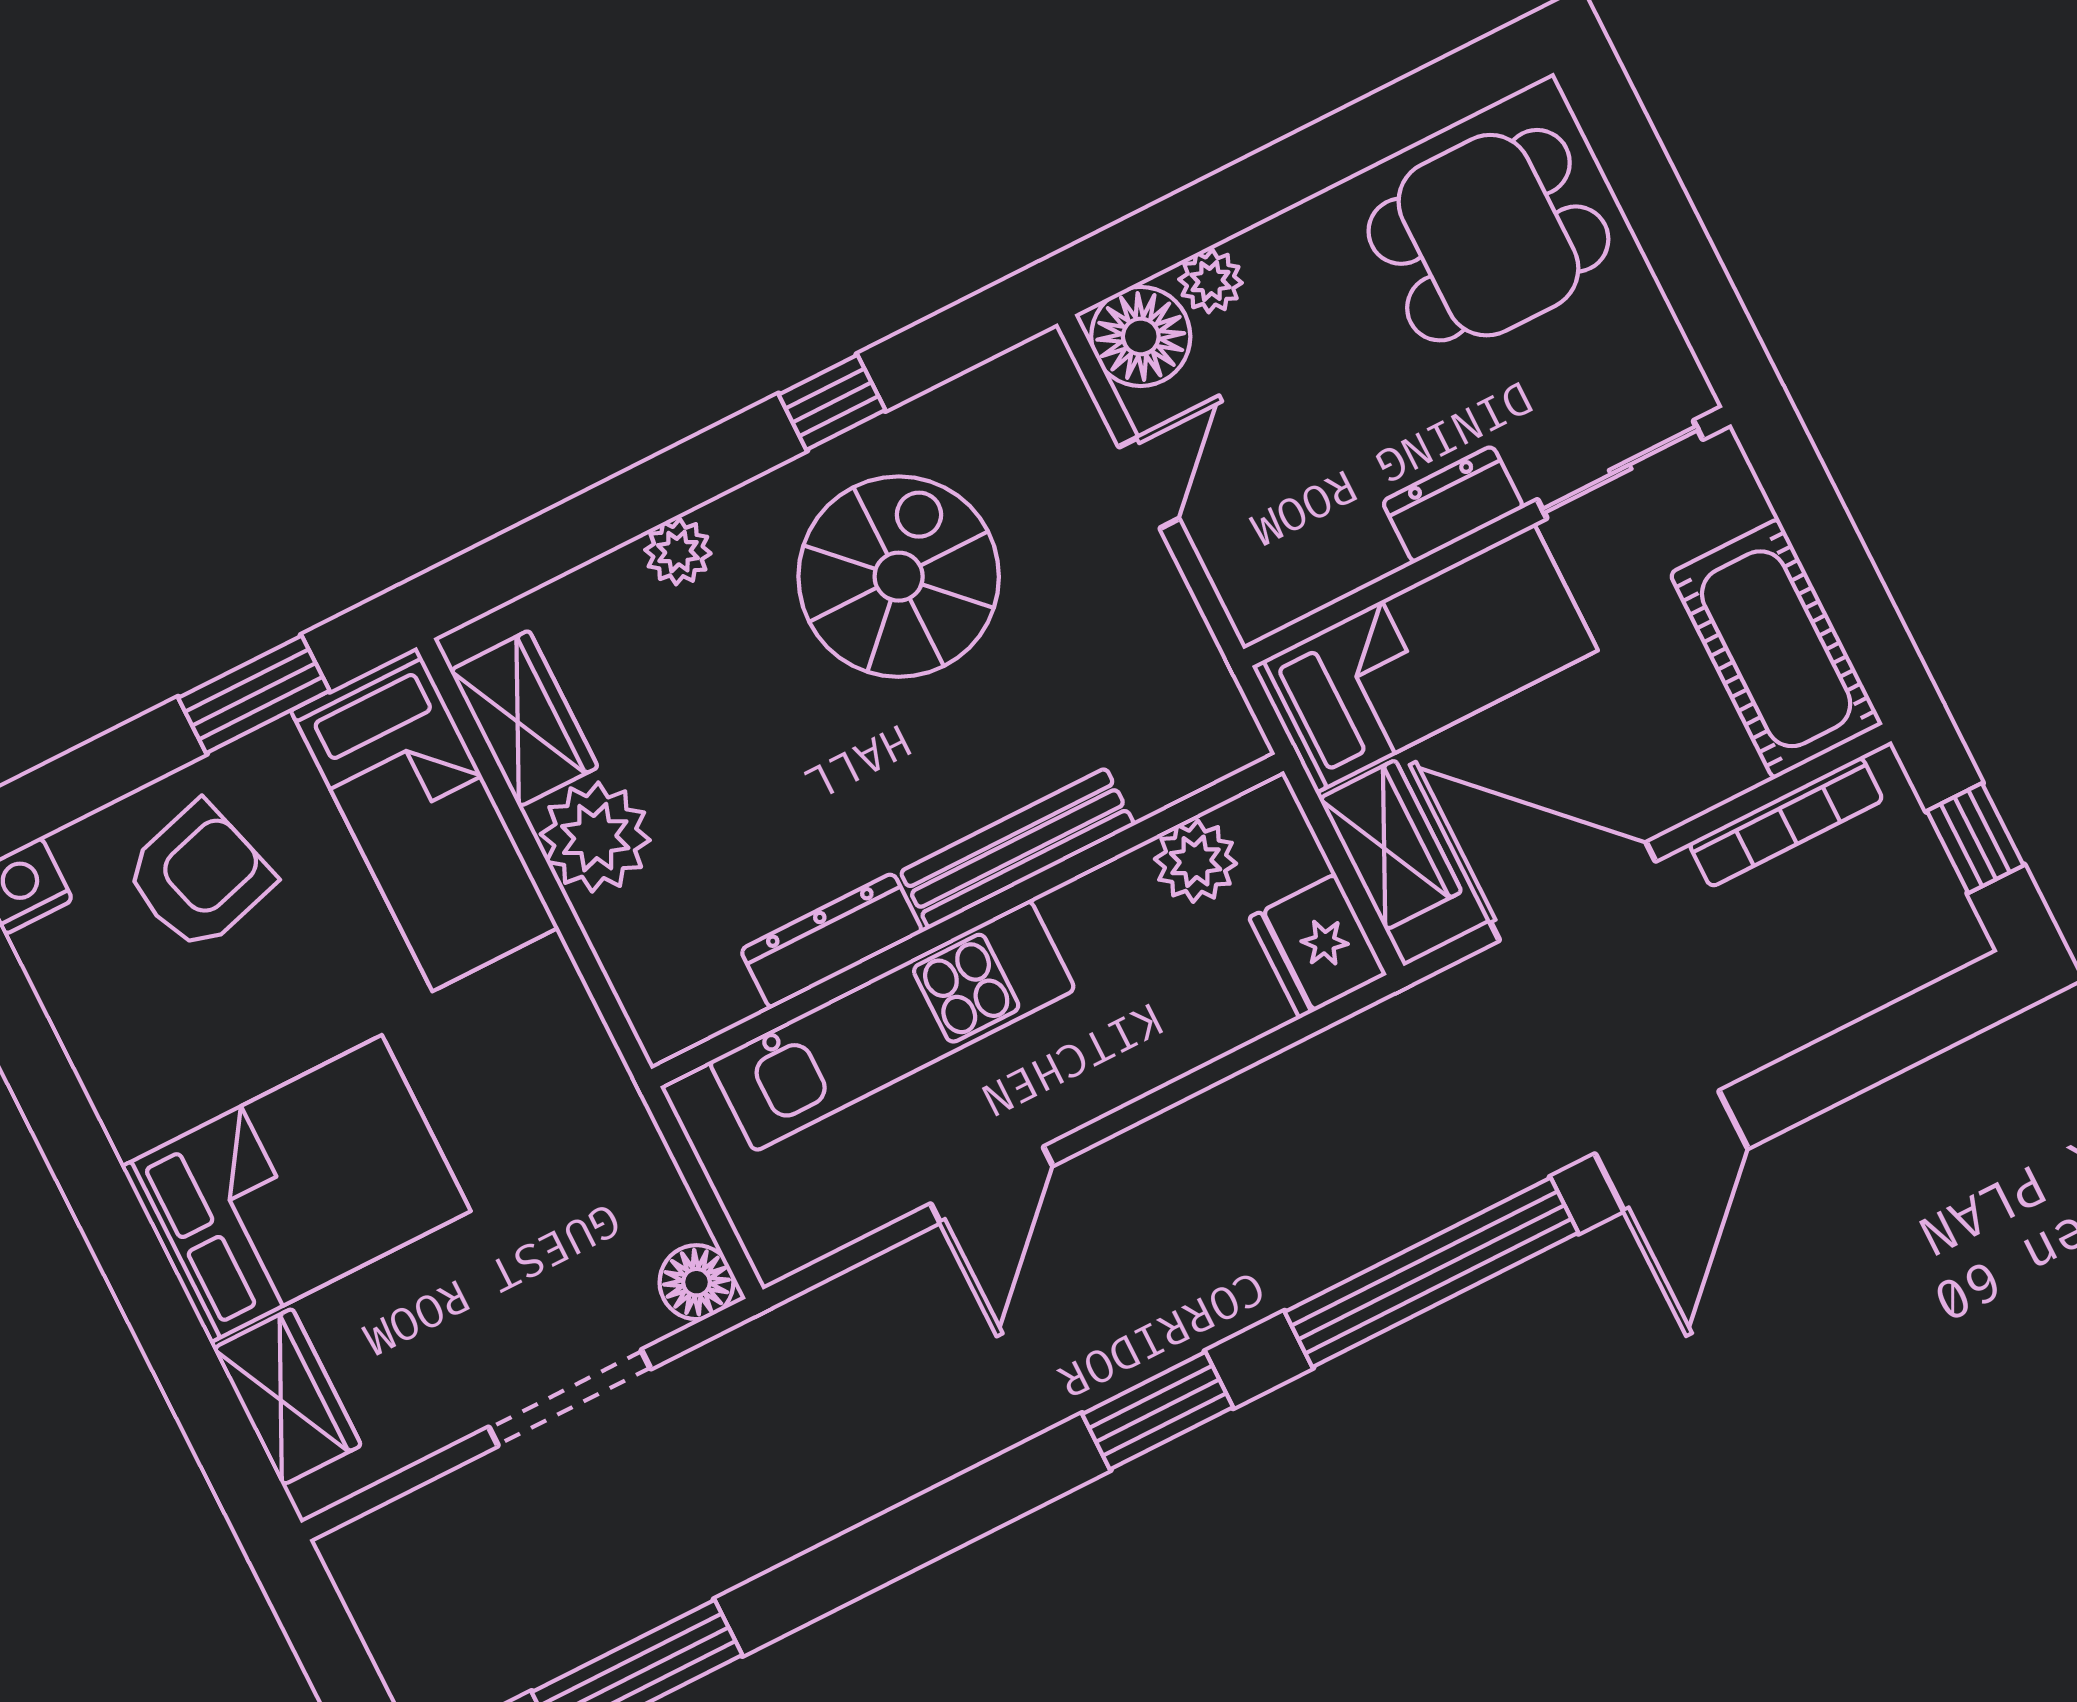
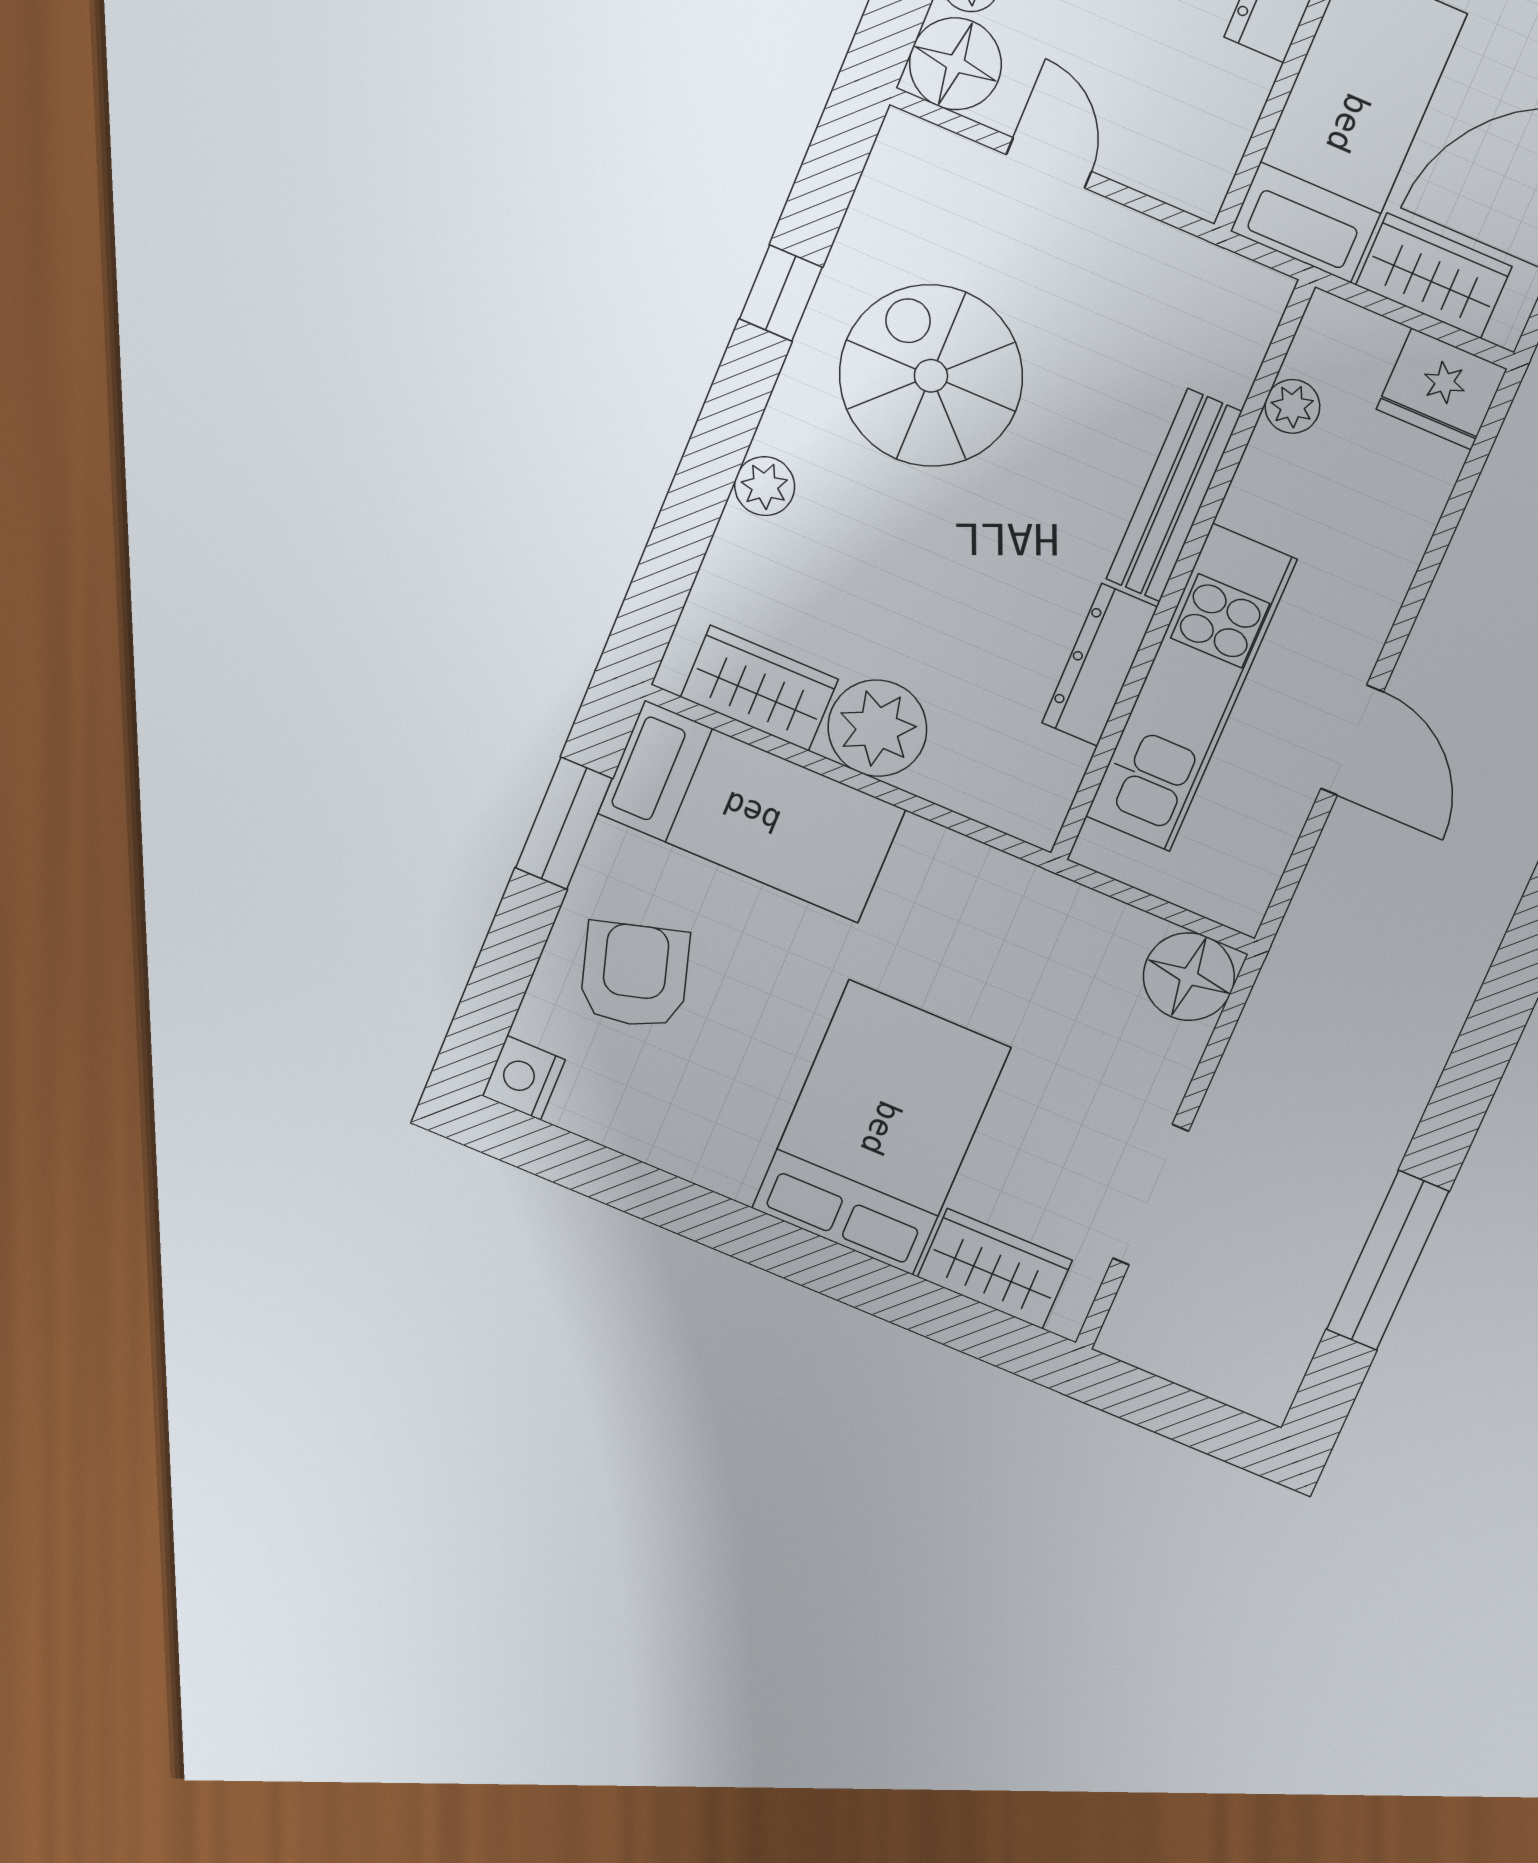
plant: (1196, 861) -> (1292, 406), width x0.73, depth x0.73
floor lamp: (696, 1282) -> (1189, 977), width x1.38, depth x1.38
doorway: (570, 1398) -> (1151, 1195), moved

